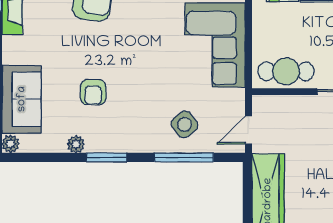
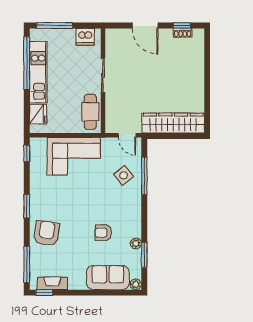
armchair: (93, 92) -> (103, 233), turned 180
window: (107, 157) -> (144, 255), moved

